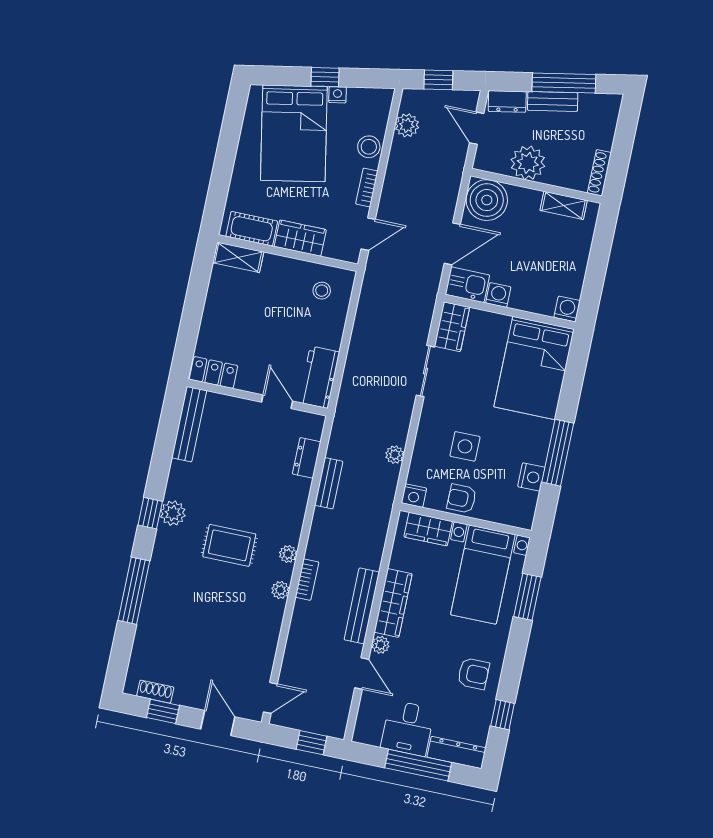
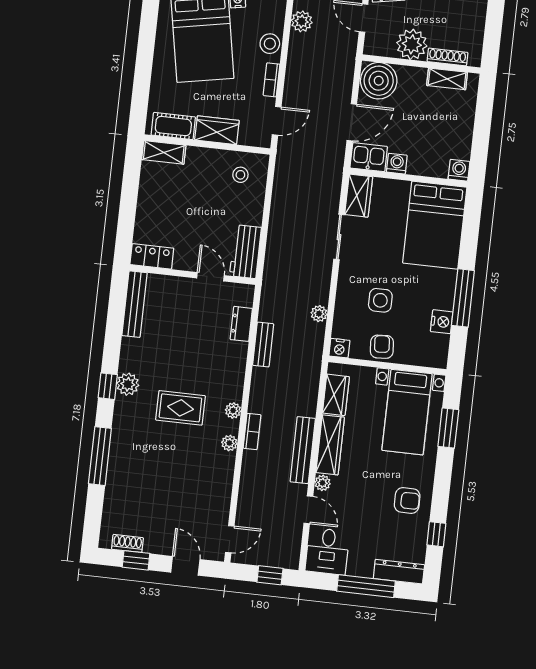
shoe rack: (599, 173) -> (447, 57), moved, turned 90
armchair: (462, 499) -> (382, 347), turned 86
wardrobe: (428, 529) -> (336, 395), moved, turned -90
desk: (408, 728) -> (327, 551), moved

